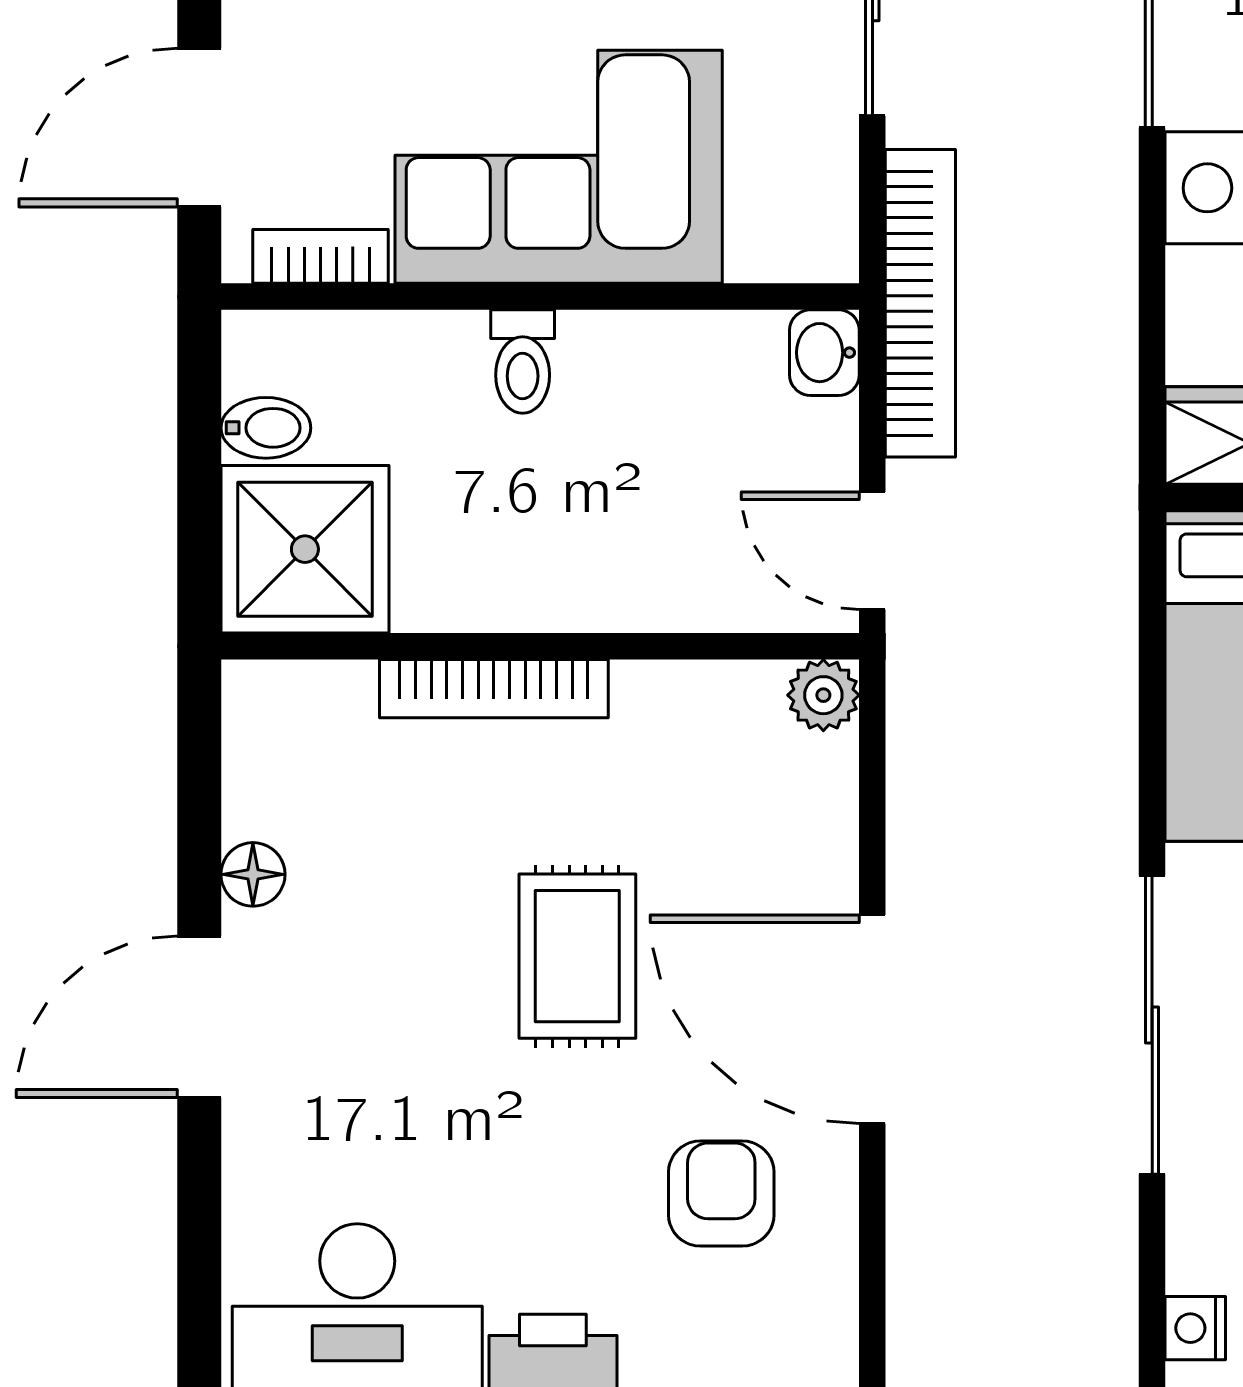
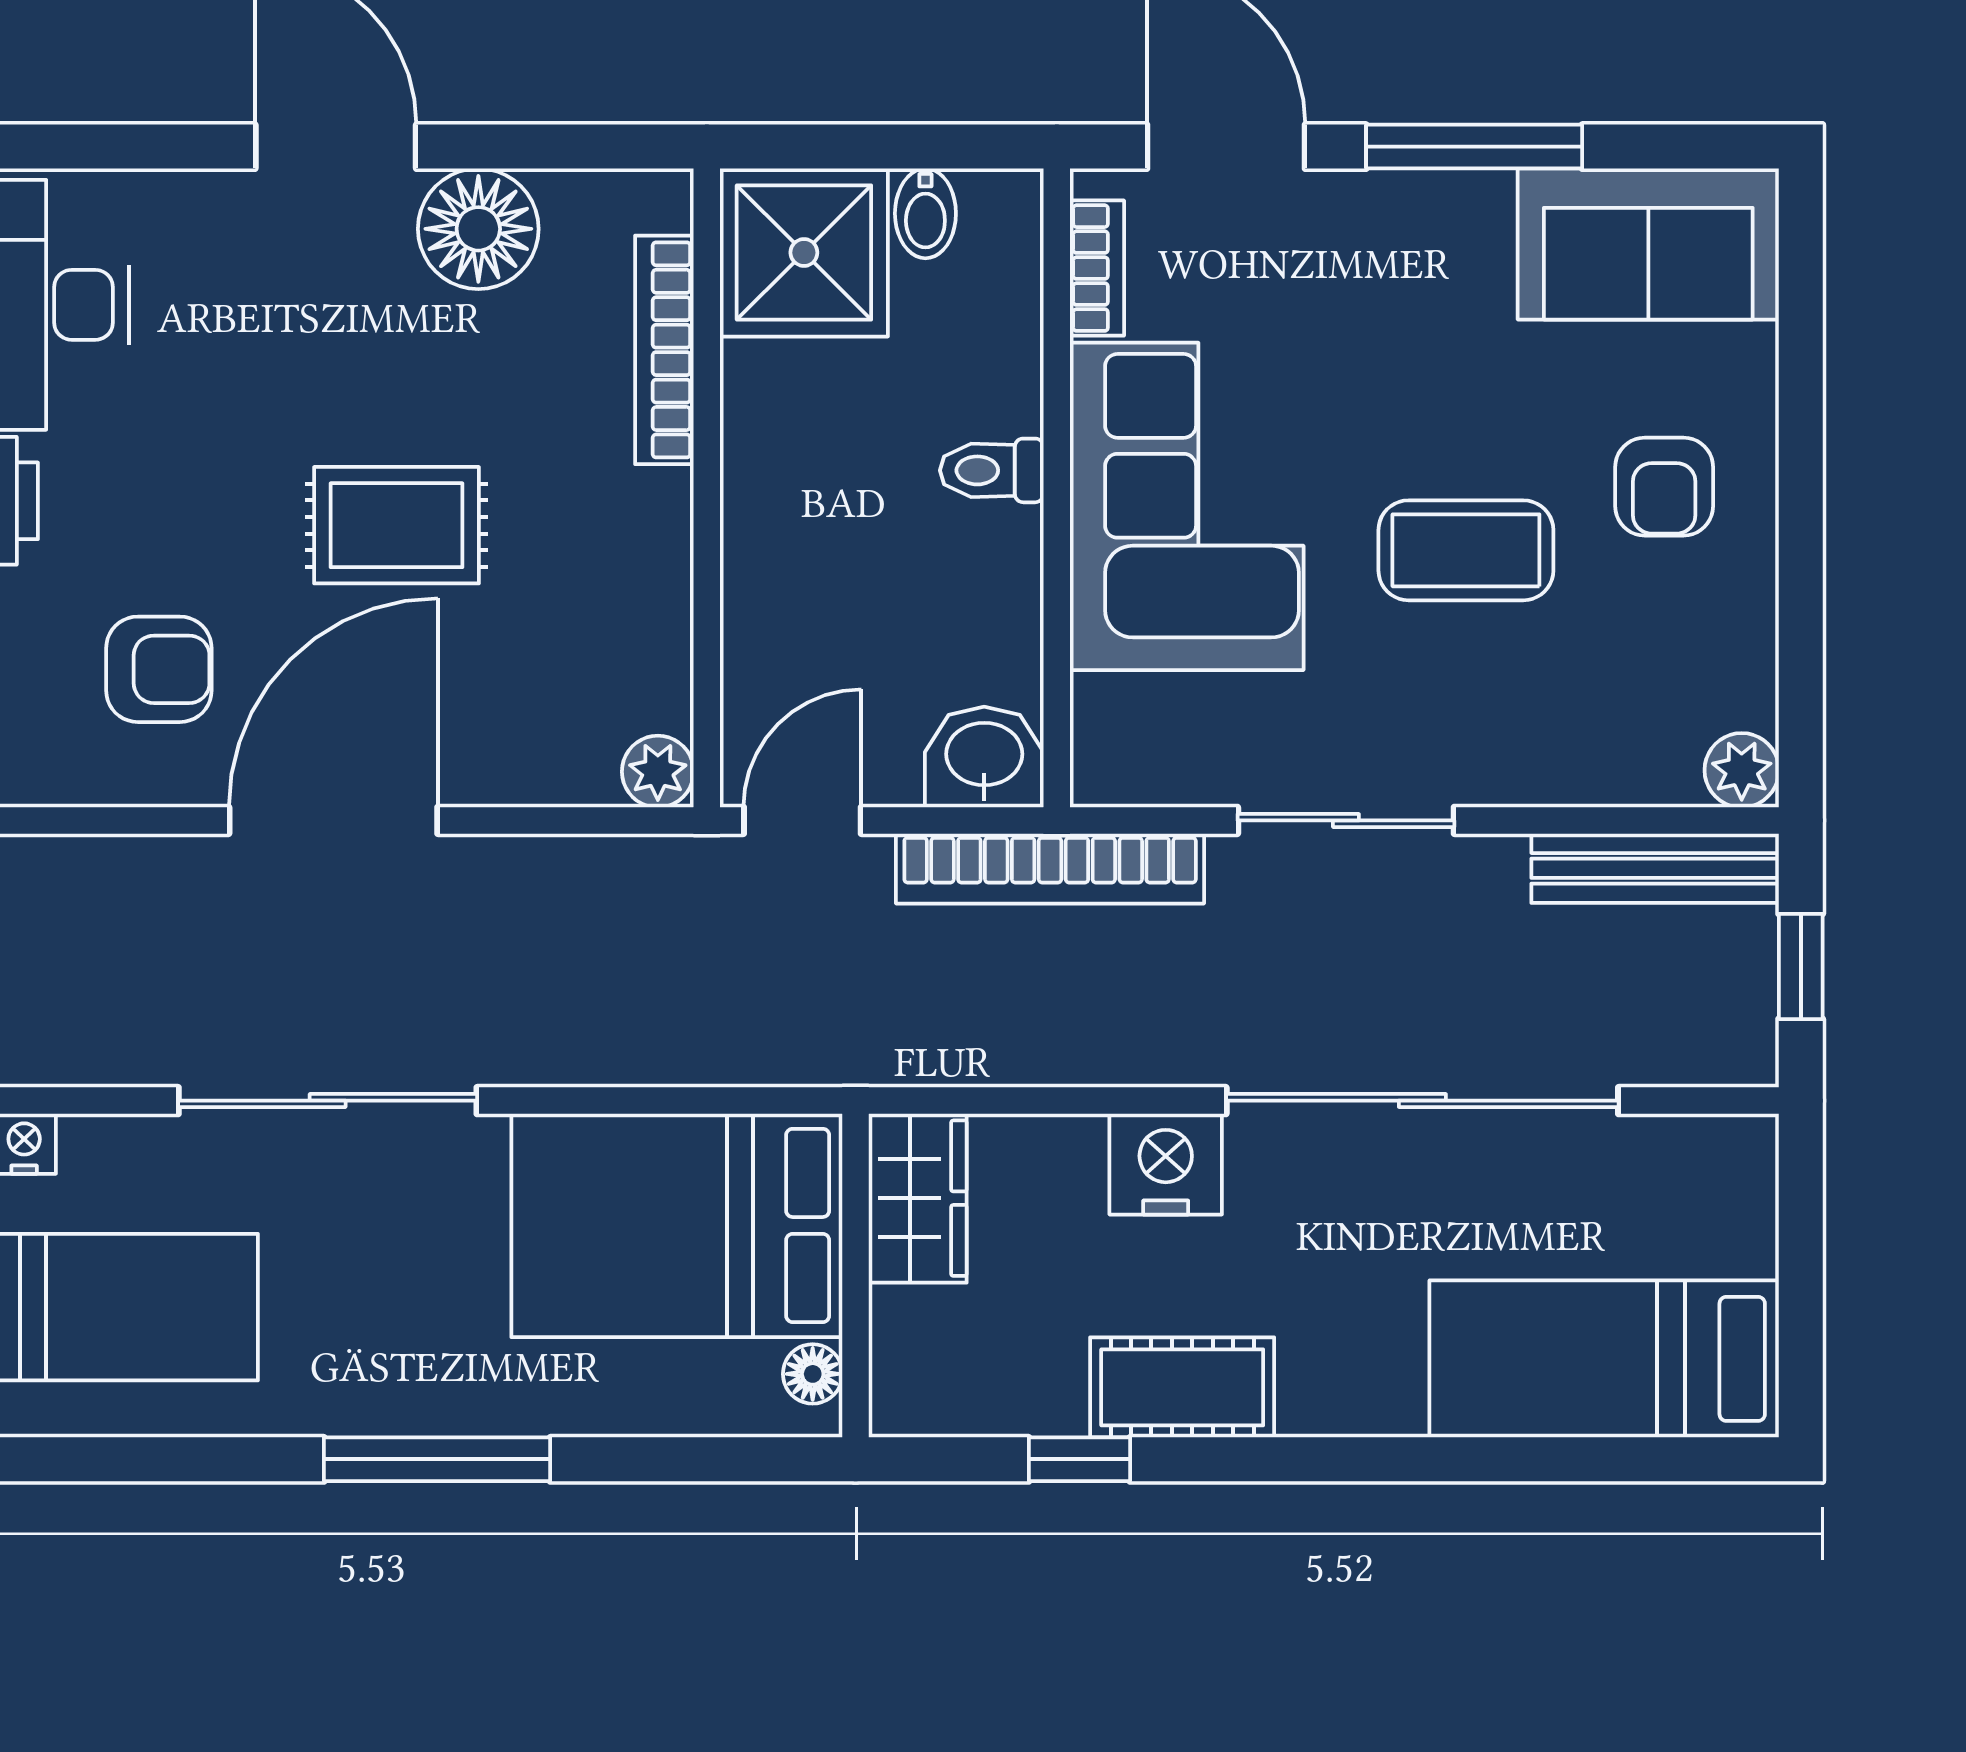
washbasin: (824, 353) -> (984, 757), width x1.38, depth x1.45
bookcase: (494, 689) -> (664, 350), moved
floor lamp: (253, 874) -> (478, 229), width x1.89, depth x1.89

